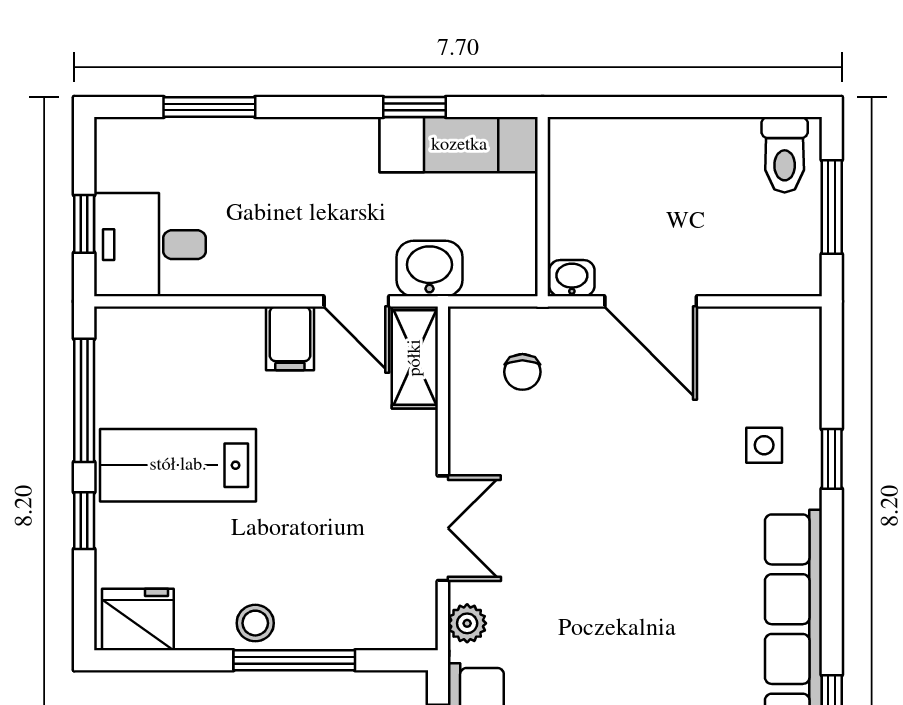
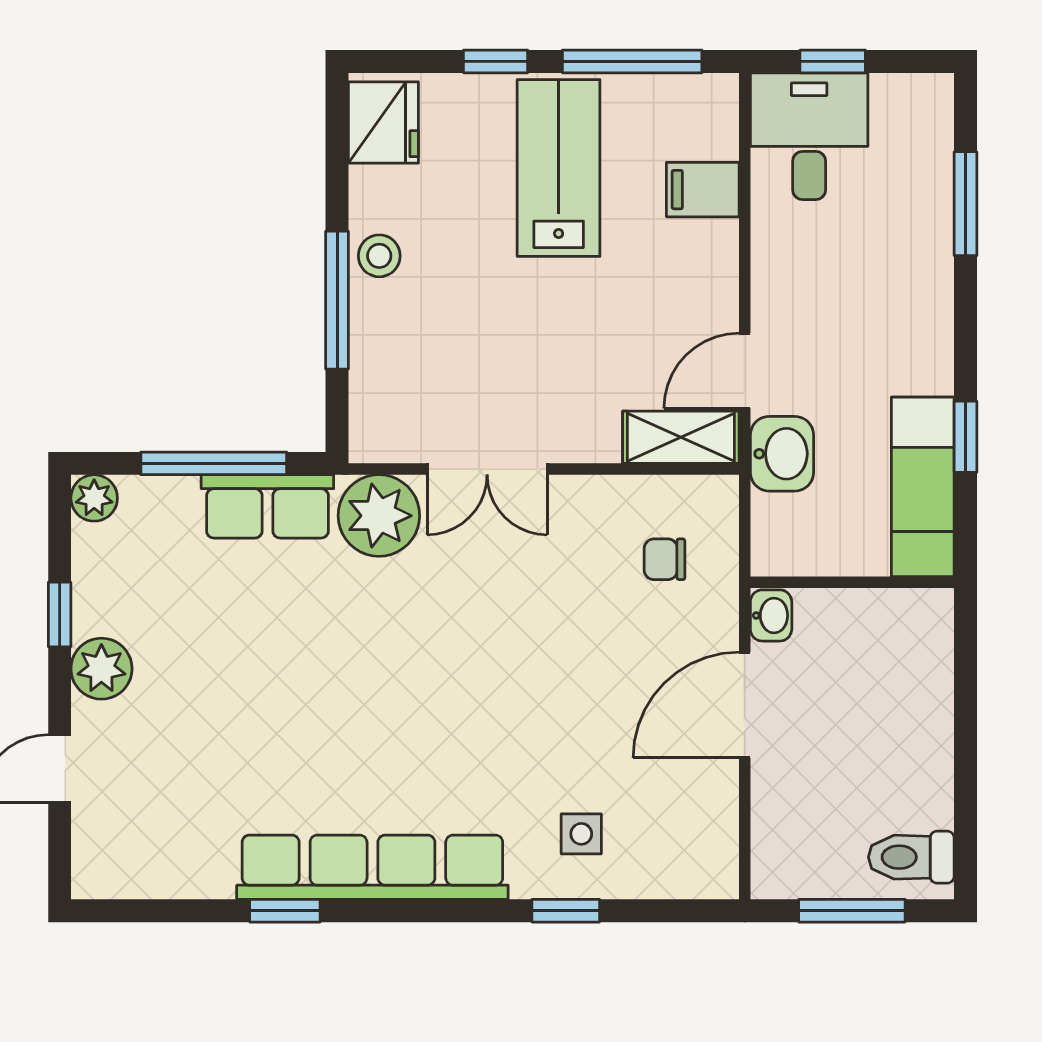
filing cabinet: (290, 338) -> (703, 190), moved
plant: (467, 623) -> (379, 516), width x1.88, depth x1.88

